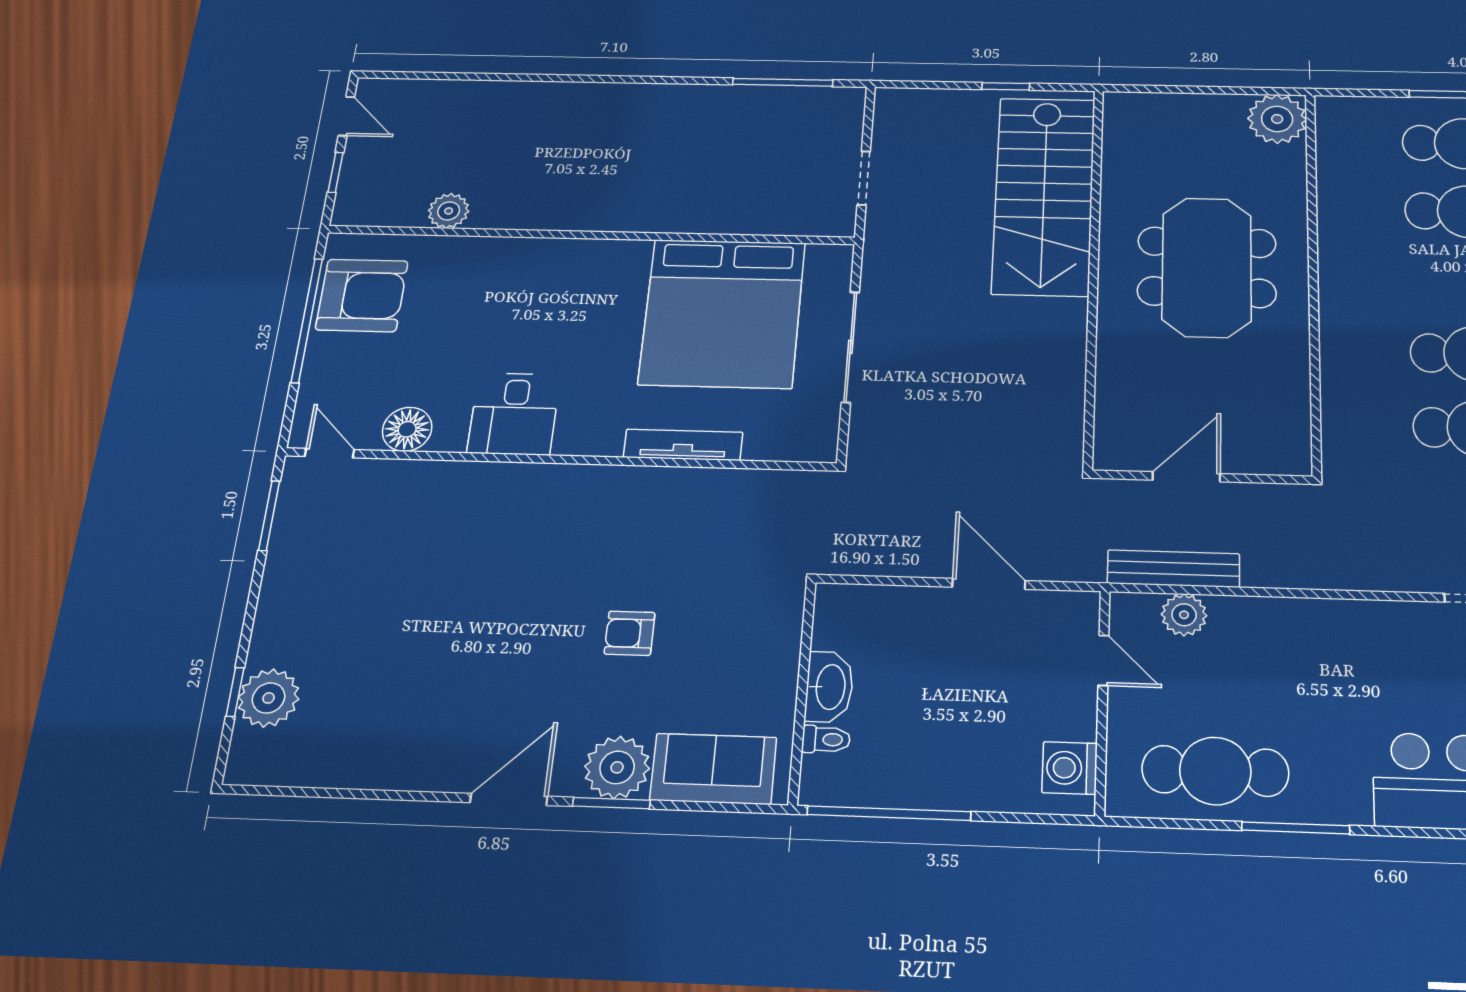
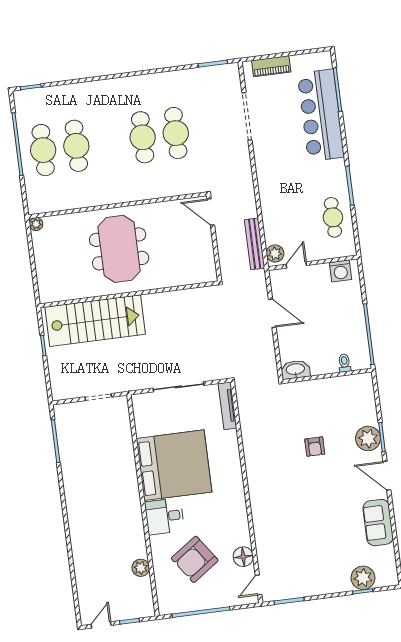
plant: (1277, 119) -> (36, 224), width x0.53, depth x0.53
meeting table: (1207, 267) -> (119, 249), turned 90
armchair: (362, 295) -> (195, 559), moved, turned -125
bed: (722, 313) -> (174, 465), moved
desk: (514, 414) -> (164, 516), moved, turned 180
tv unit: (683, 445) -> (228, 406), moved
door: (1186, 477) -> (211, 212), moved
door: (989, 584) -> (272, 313), swing flipped
plant: (1184, 615) -> (275, 253), moved
washbasin: (829, 687) -> (295, 370), moved
sofa: (713, 769) -> (378, 523), moved
cafe table: (1215, 771) -> (333, 217), width x0.73, depth x0.74

